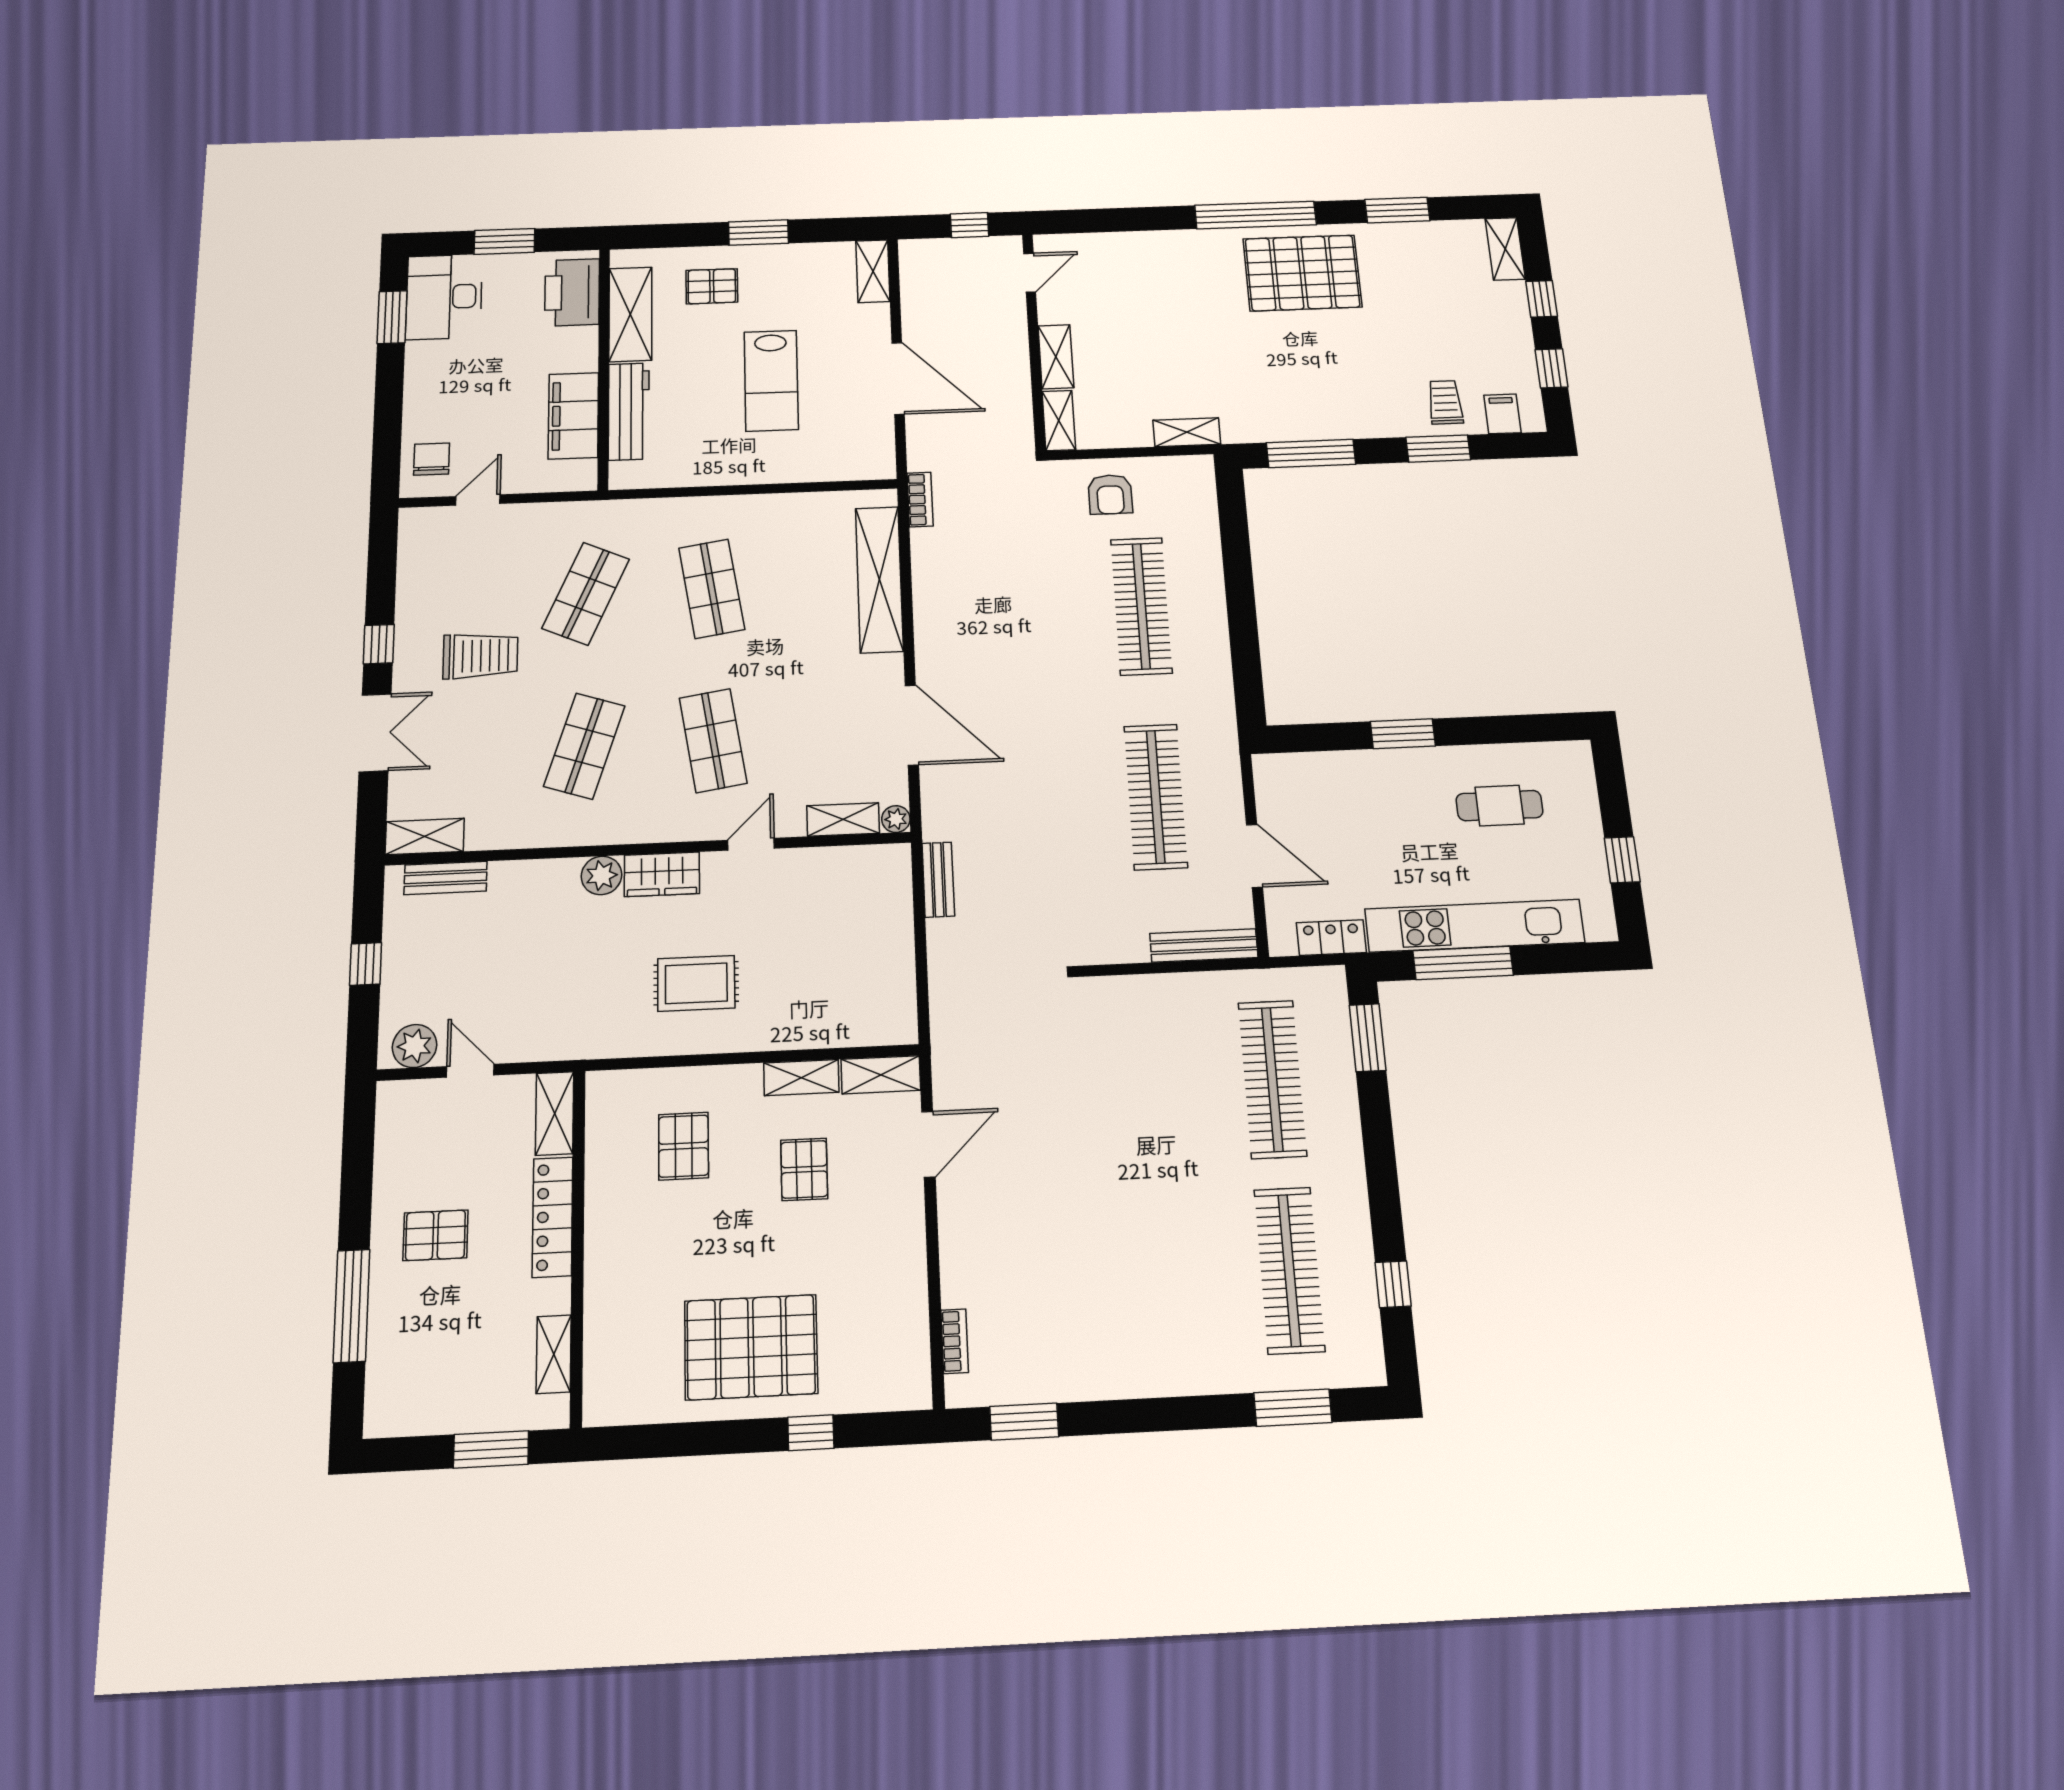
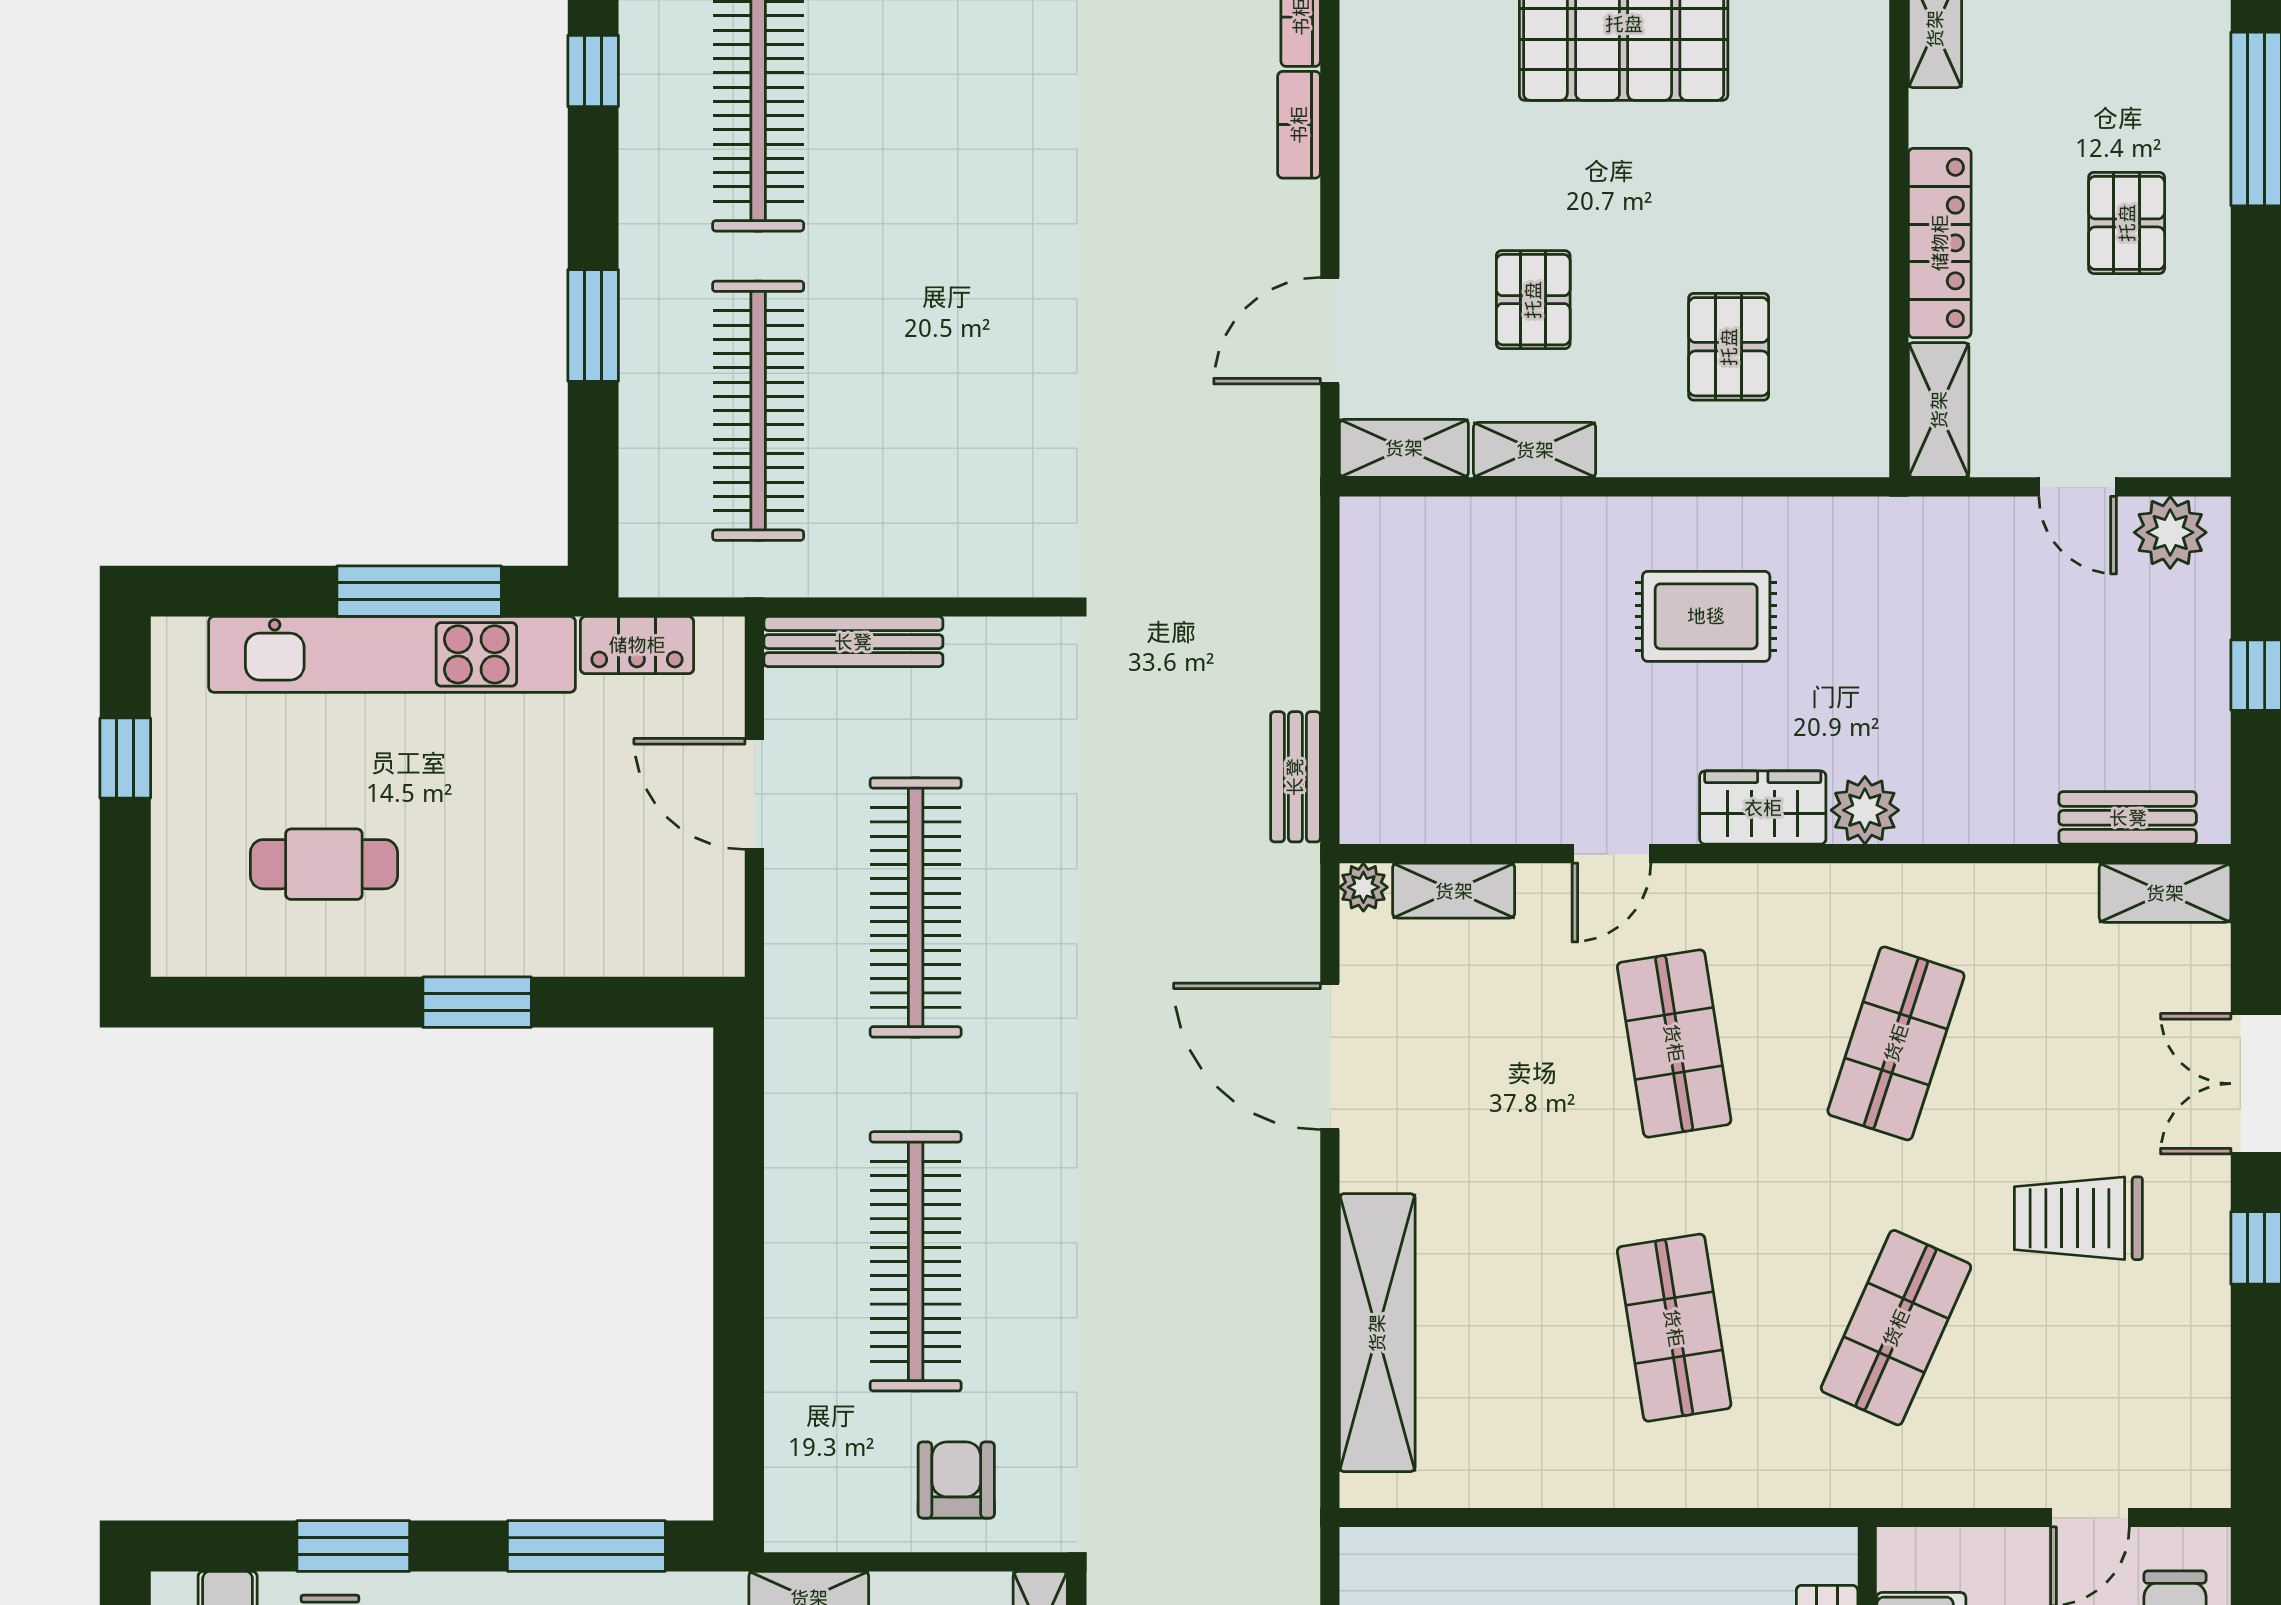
bookcase: (920, 500) -> (1299, 125), moved
window: (1368, 1038) -> (593, 325), moved
pallet: (435, 1235) -> (2127, 223), turned 90

